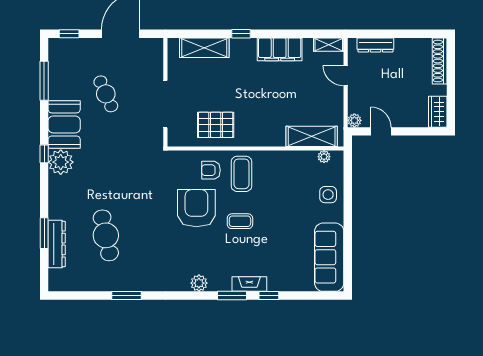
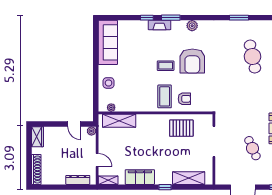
armchair: (196, 208) -> (192, 61), moved

